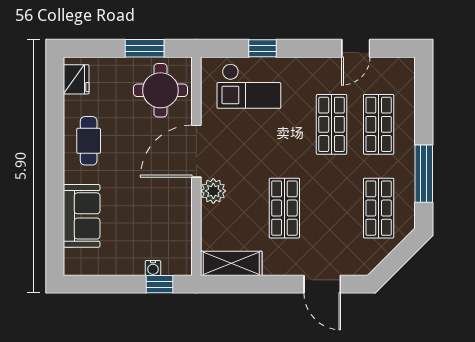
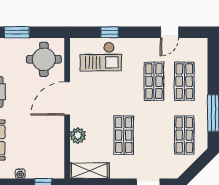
window: (145, 48) -> (17, 32), moved
plant: (213, 191) -> (78, 136), moved
water cooler: (153, 268) -> (20, 174), moved

